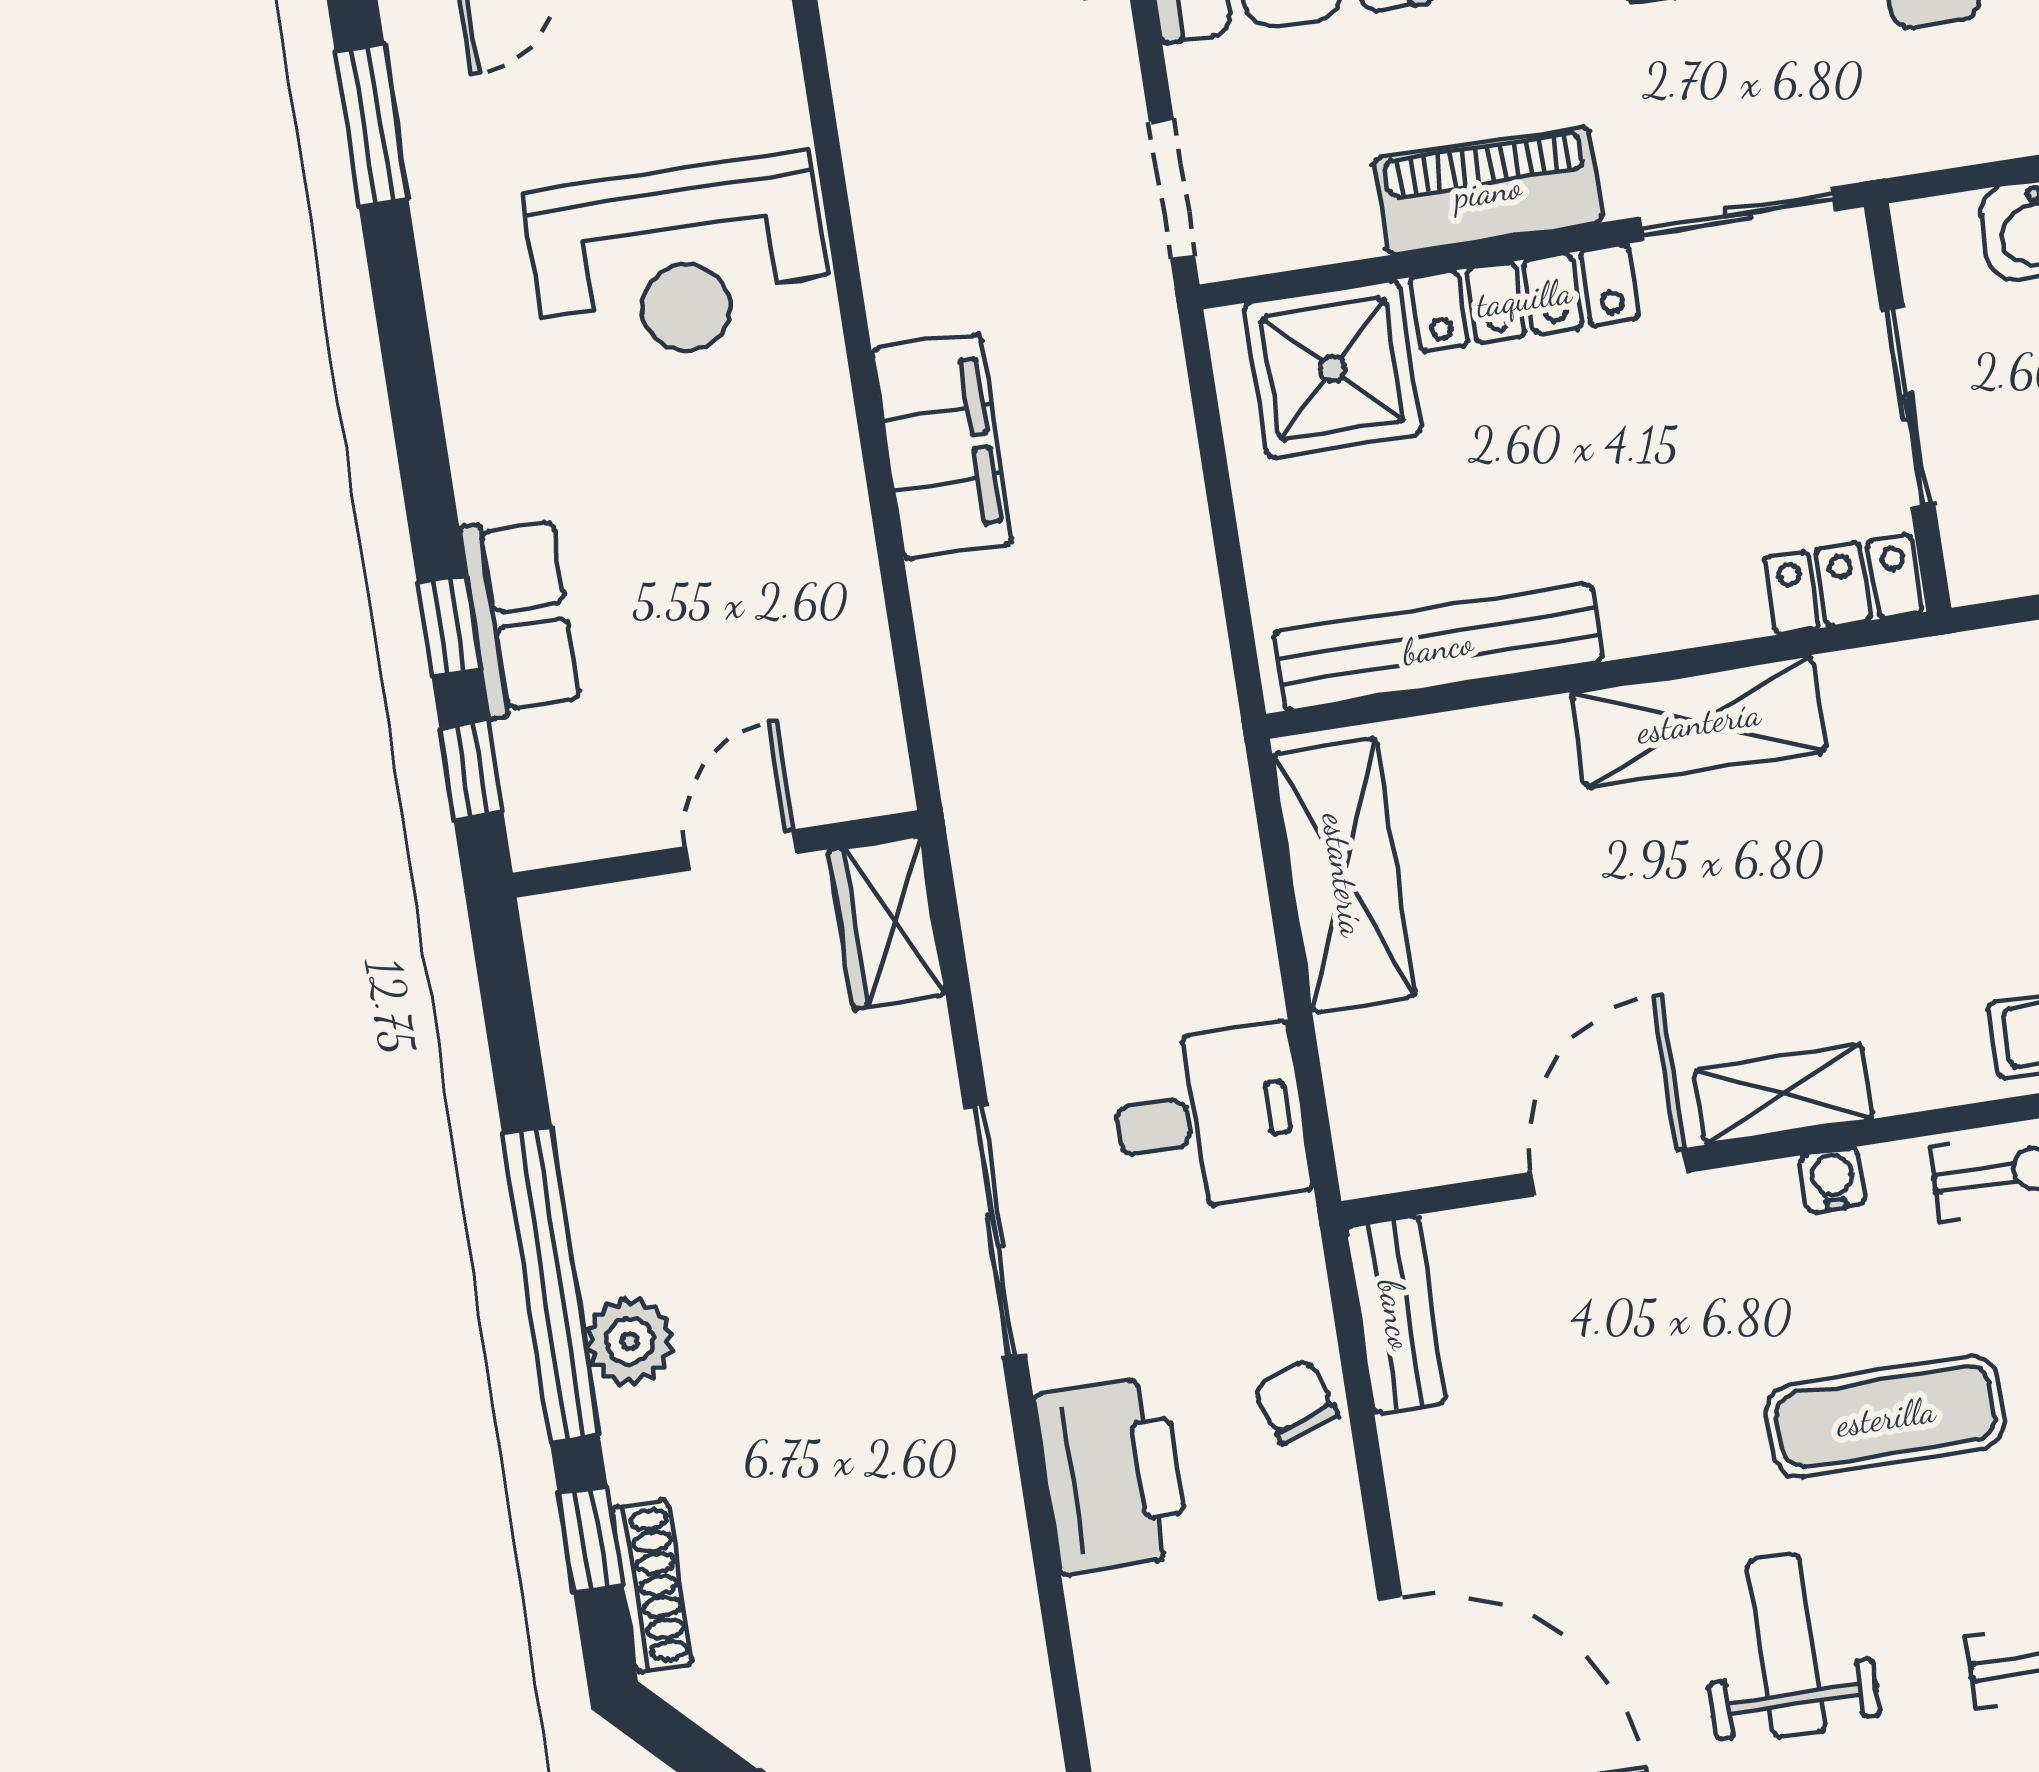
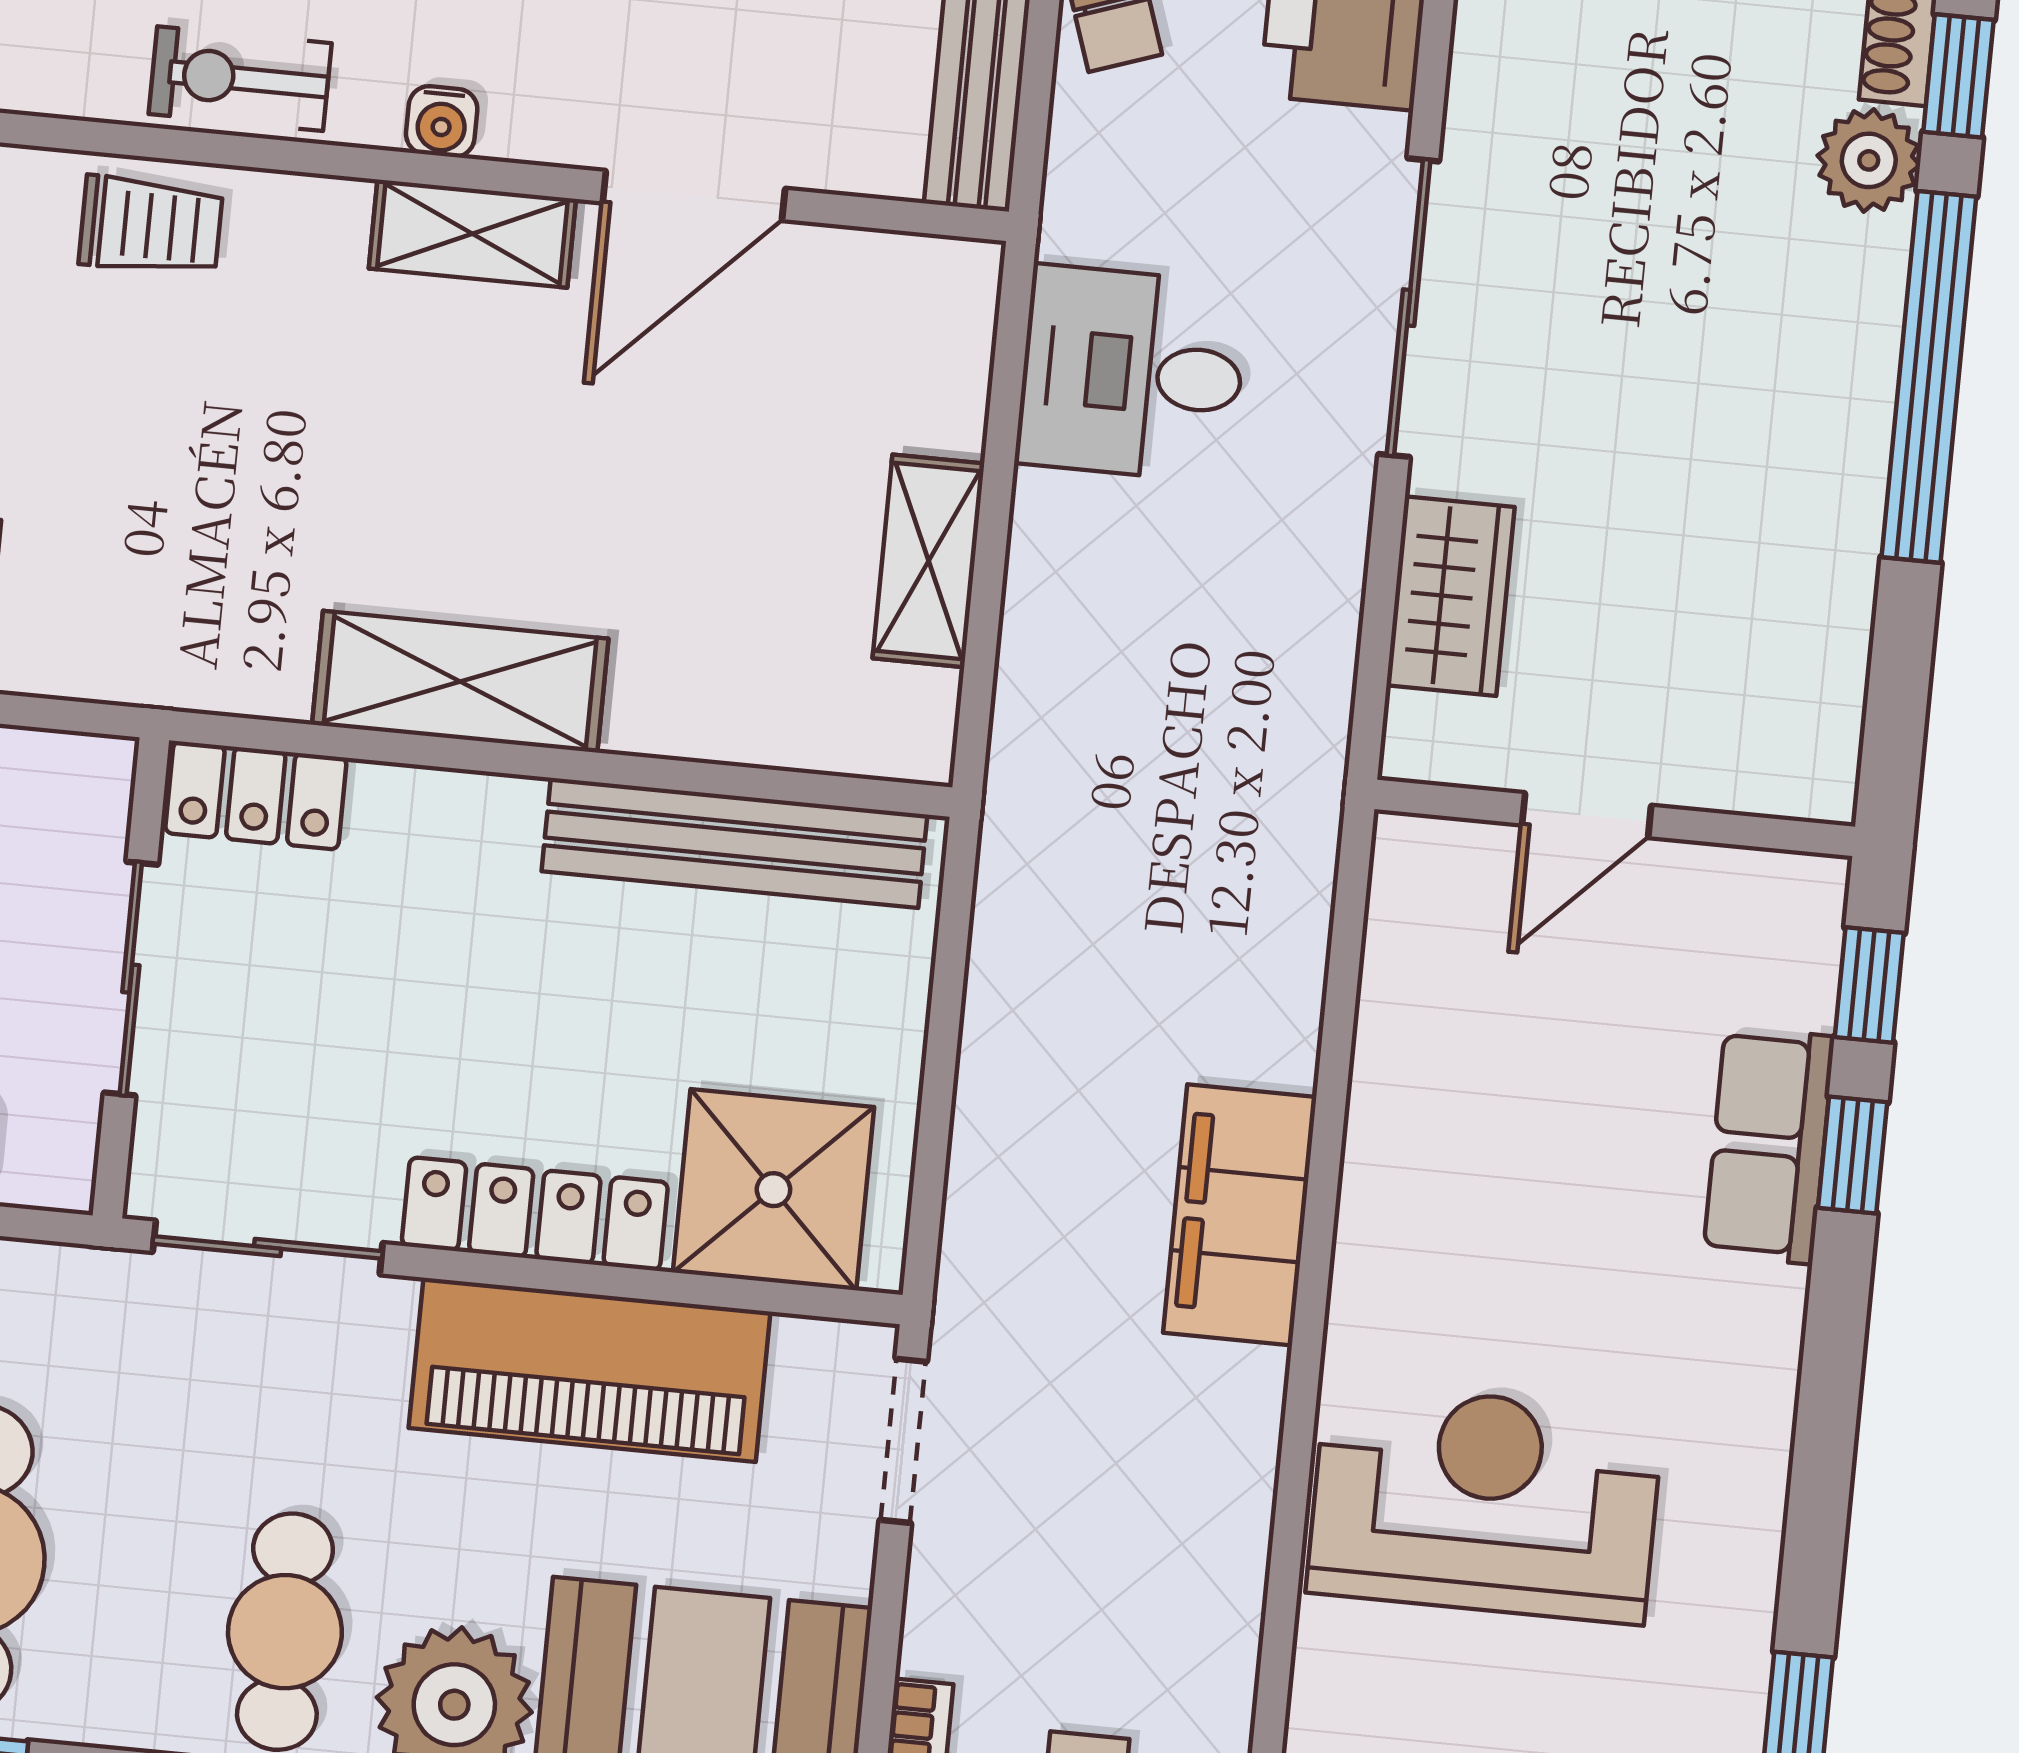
piano: (1488, 191) -> (590, 1370), width x1.37, depth x1.33
shelving: (1344, 875) -> (928, 561), width x0.67, depth x0.75
wardrobe: (887, 922) -> (1450, 596), moved
plant: (630, 1341) -> (1869, 160), moved

